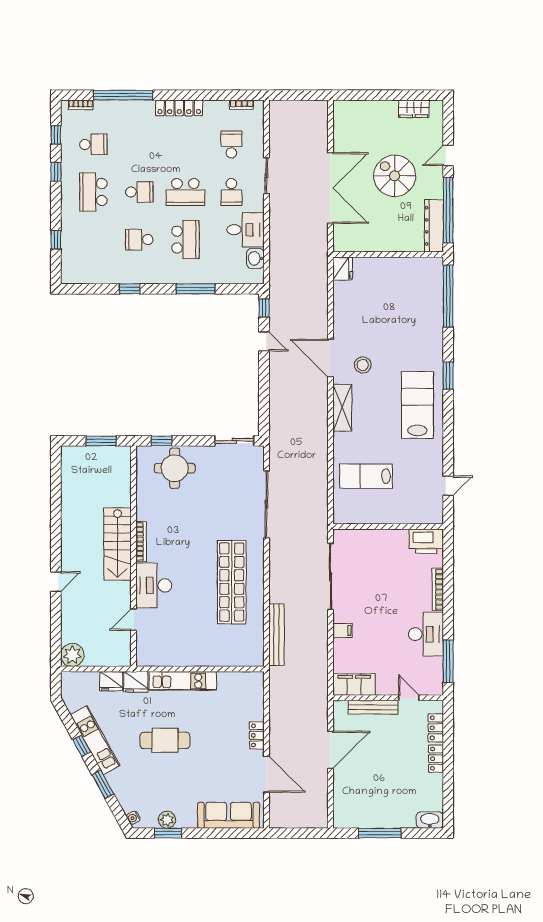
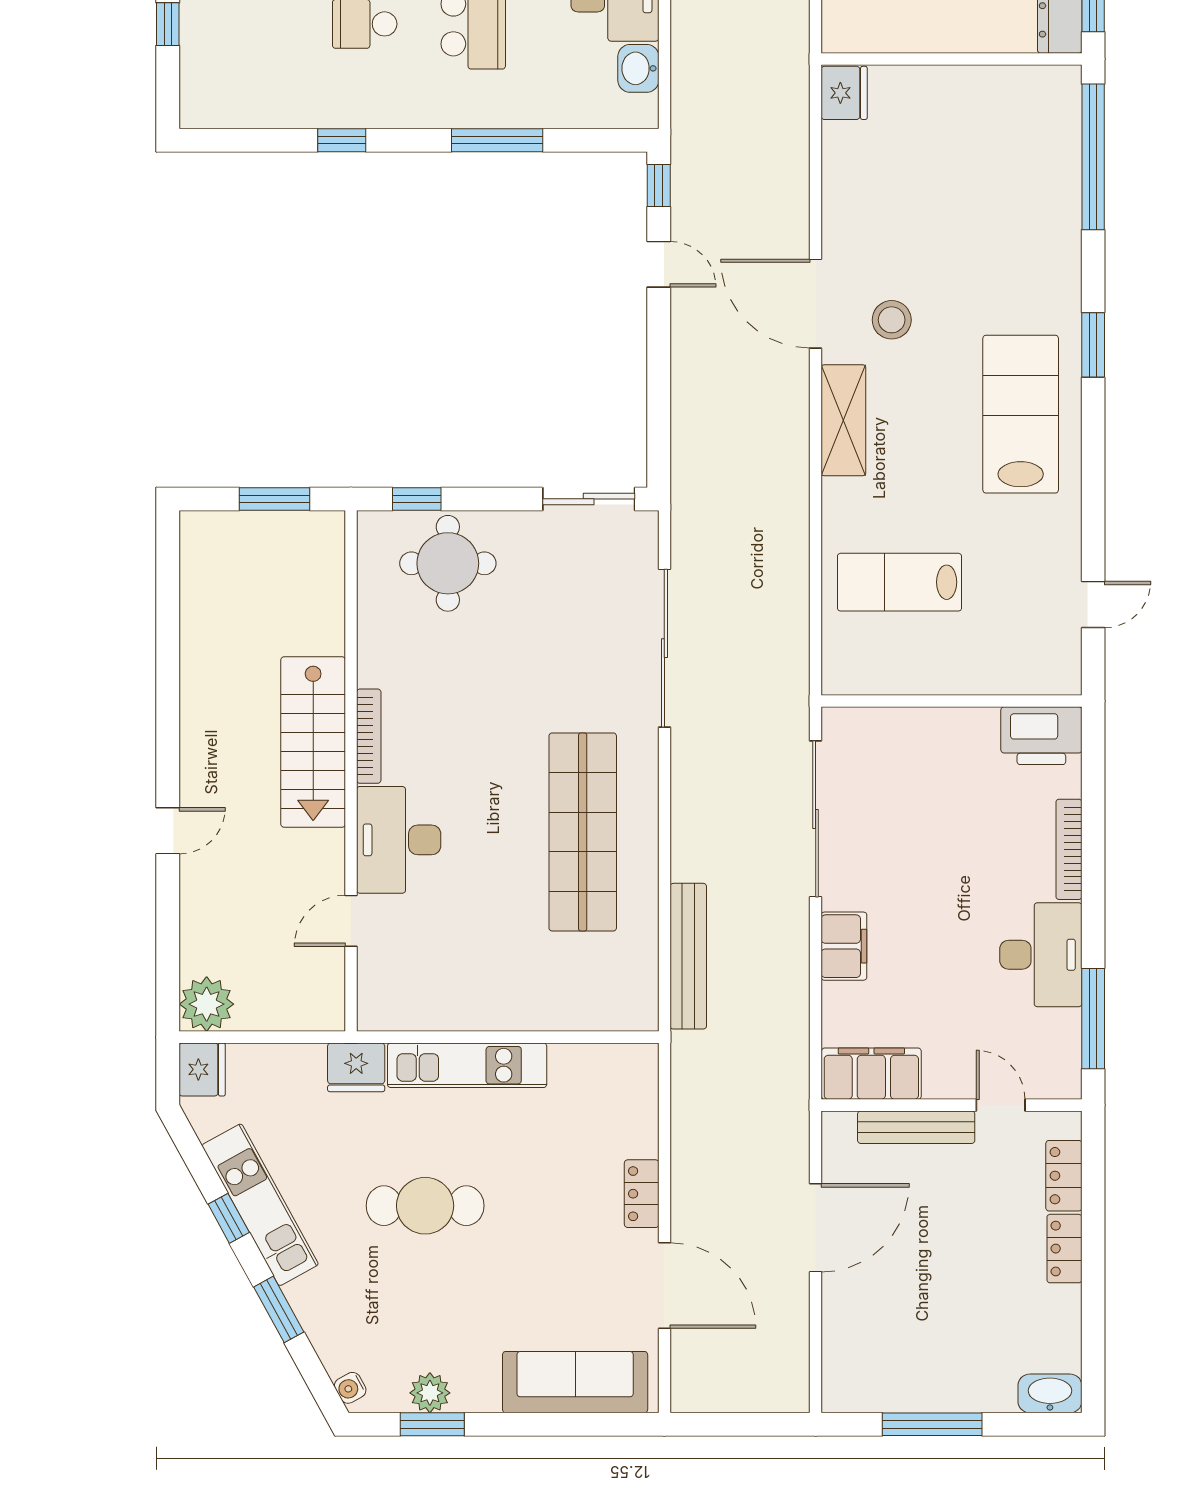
filing cabinet: (343, 630) -> (844, 946), width x2.00
fridge: (111, 681) -> (202, 1069), moved, turned -90

